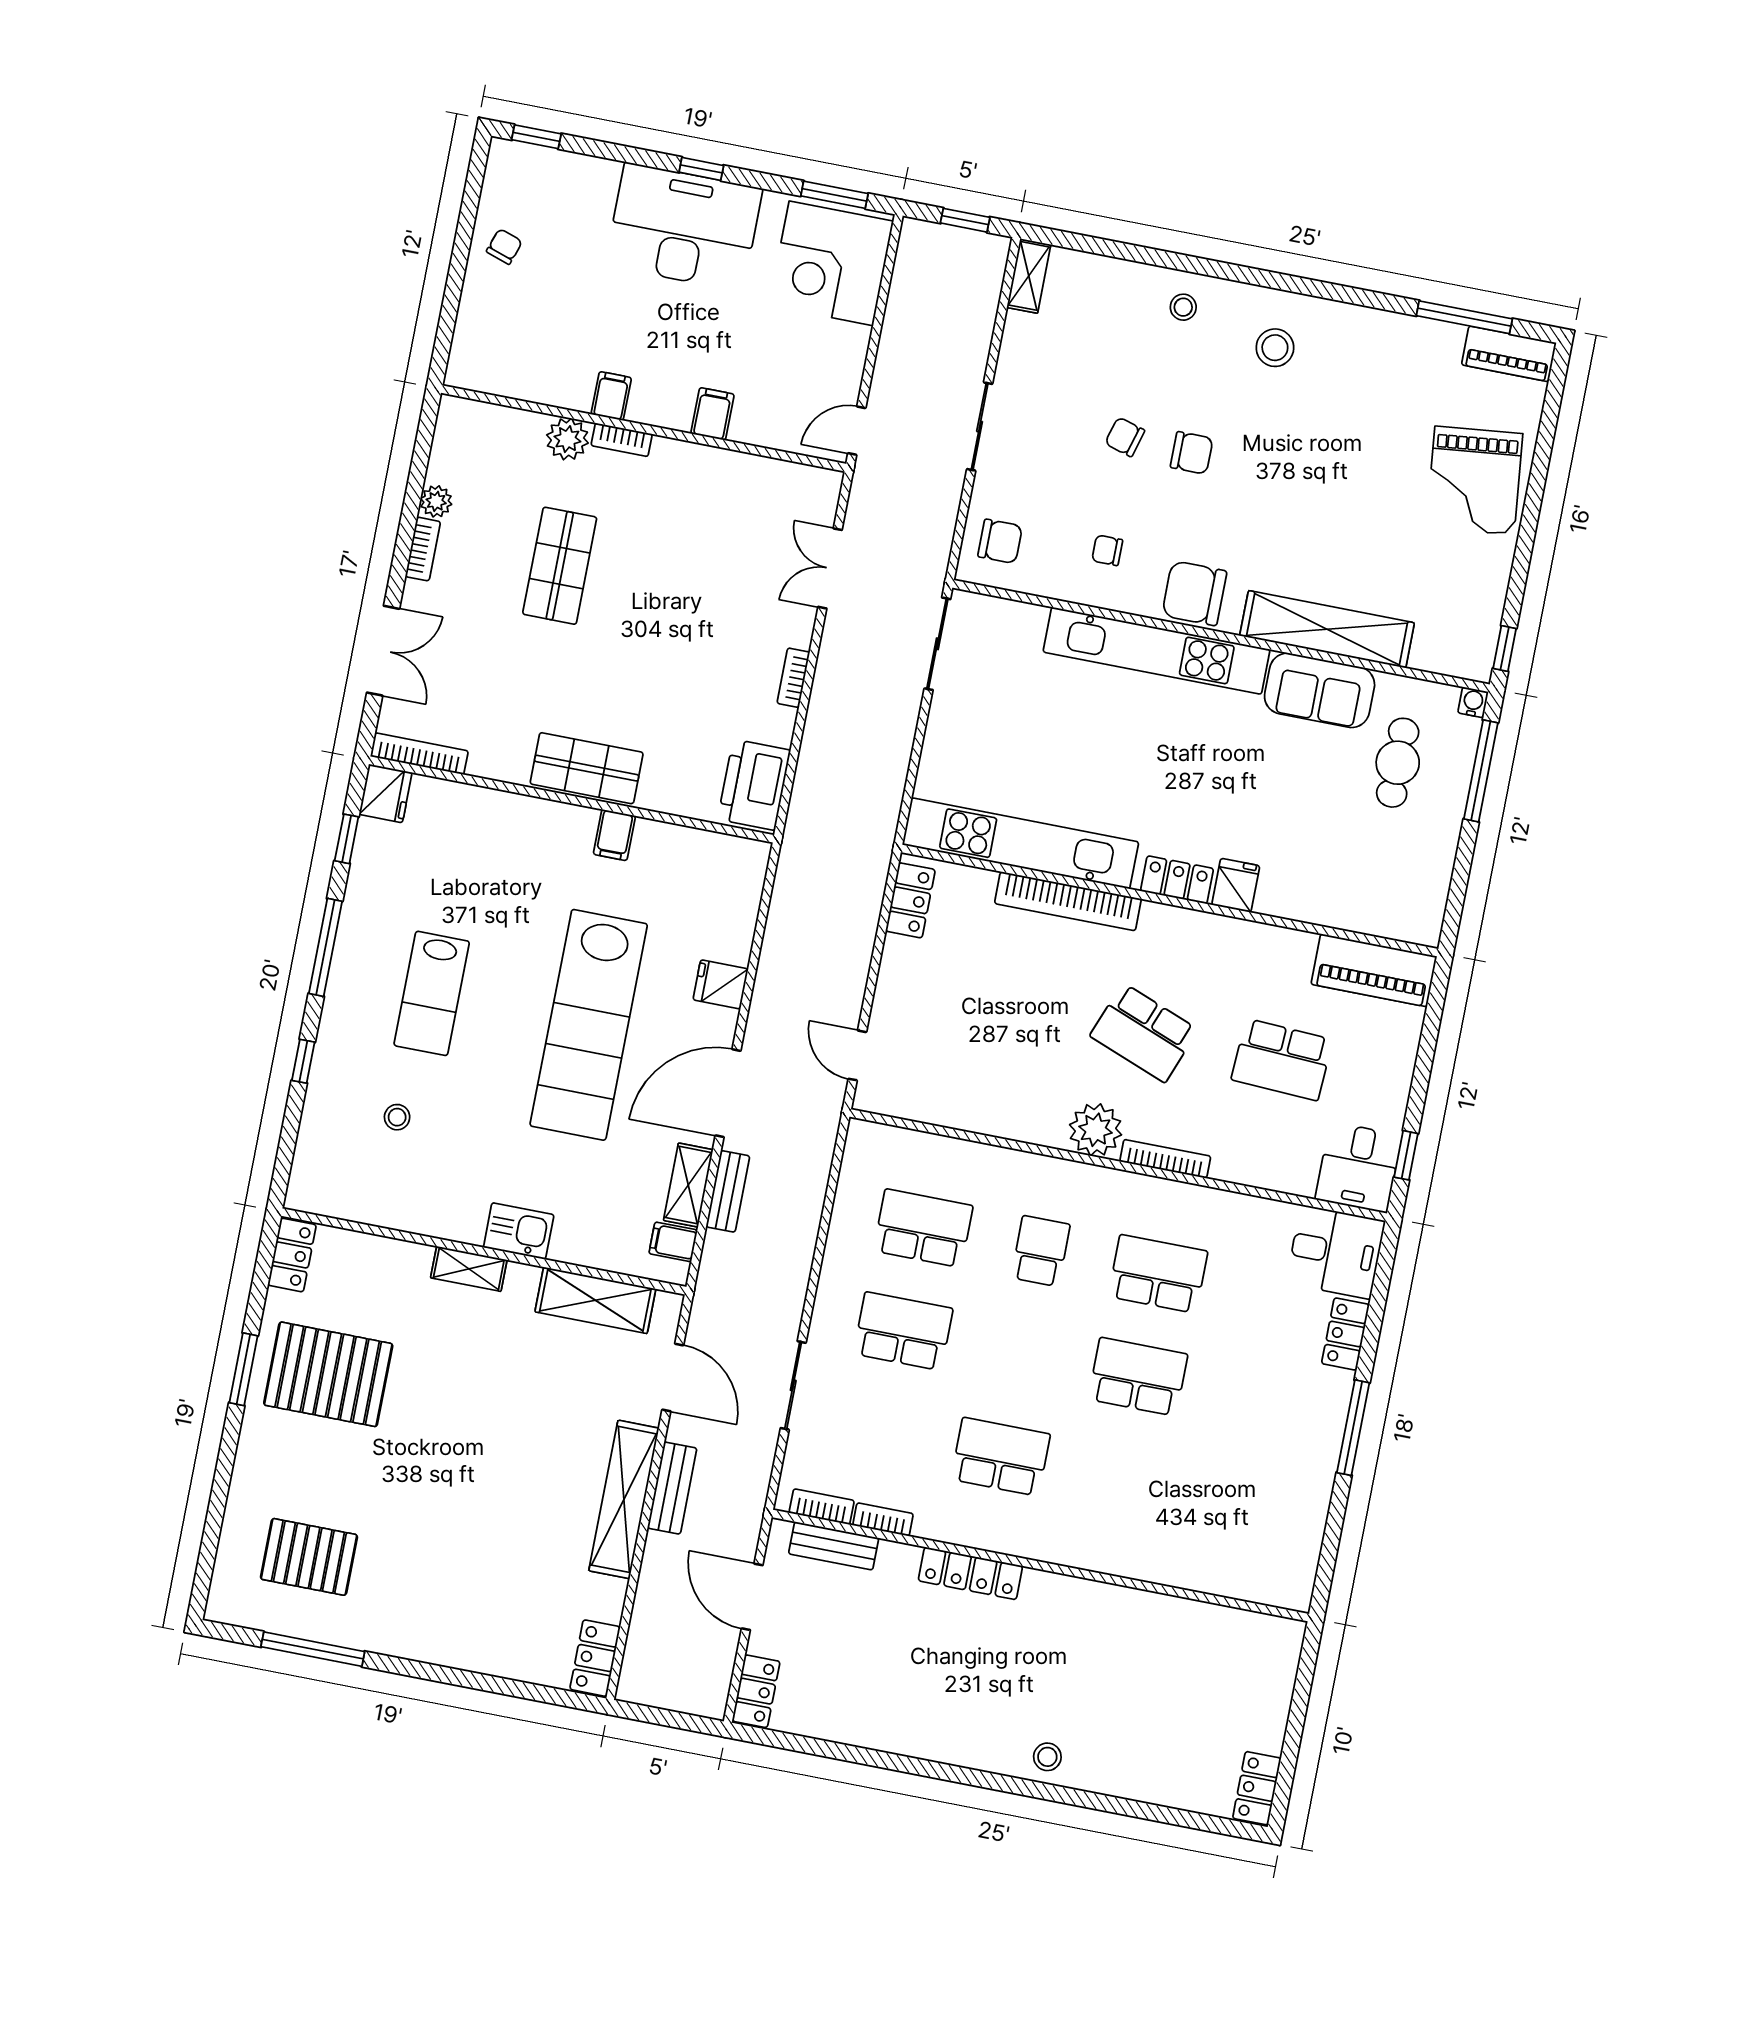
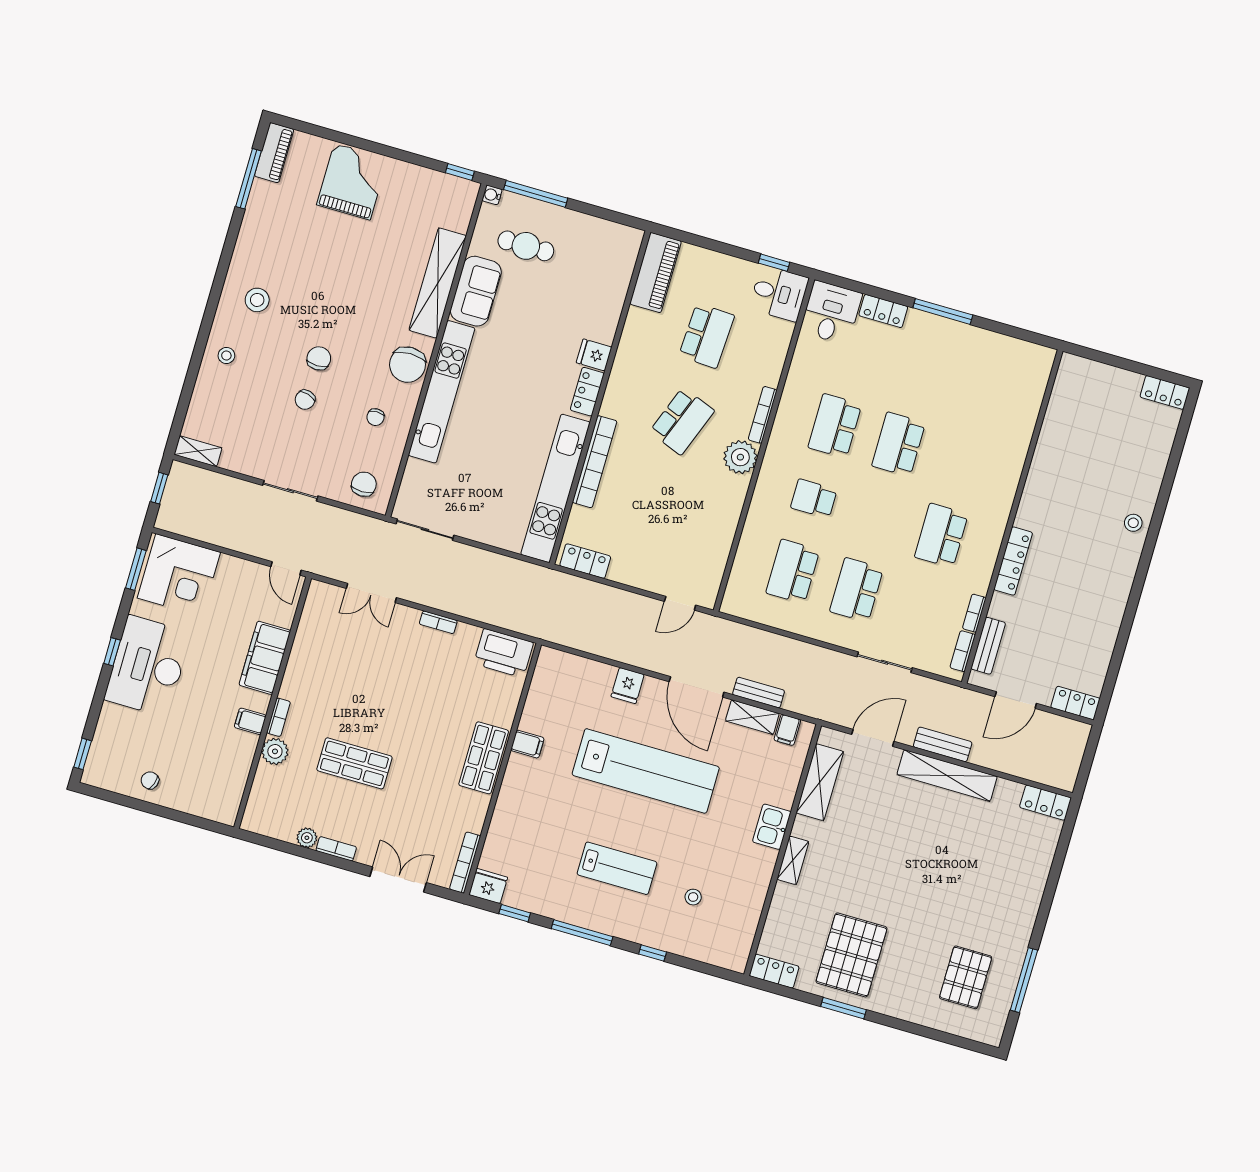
filing cabinet: (712, 414) -> (265, 658), width x3.00, depth x1.17
grand piano: (1474, 481) -> (352, 182), turned -84

